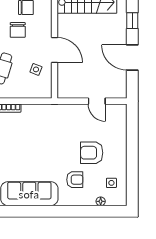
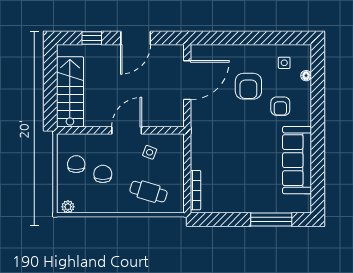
chair: (18, 30) -> (103, 174), turned -90
door: (97, 101) -> (187, 80), width x1.88
armchair: (75, 180) -> (280, 106), turned 180

